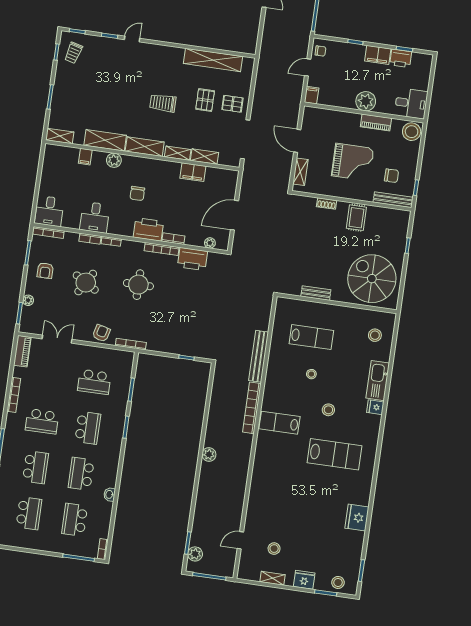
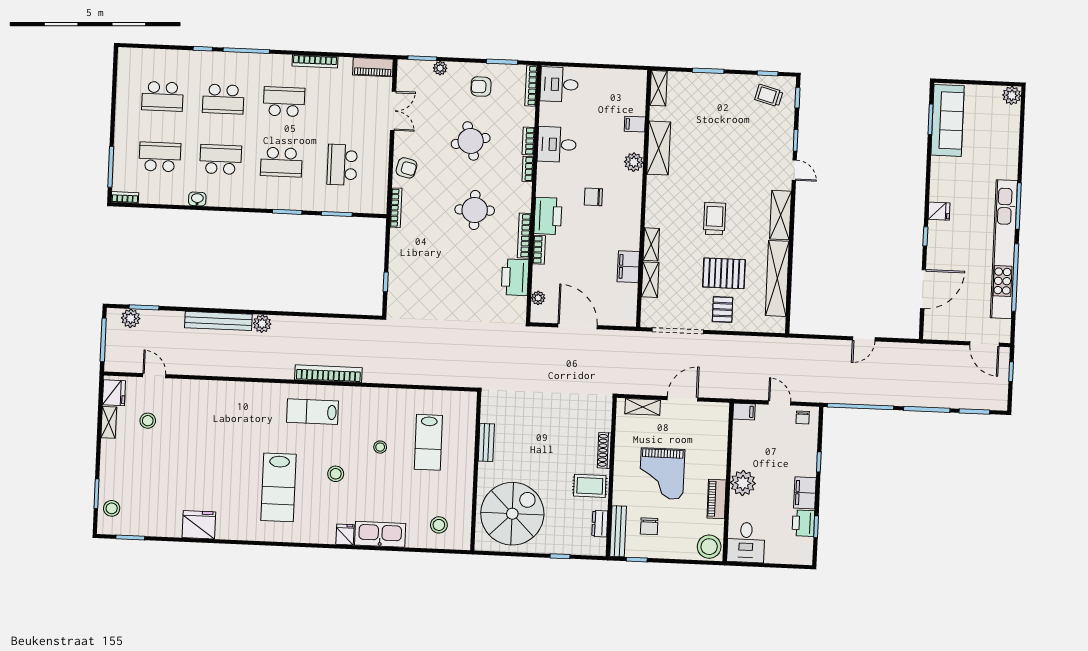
pallet: (205, 100) -> (724, 273), width x1.50, depth x1.42
shelving: (145, 147) -> (780, 215), moved
shoe rack: (327, 204) -> (604, 450), width x1.43
dresser: (386, 213) -> (600, 524), added
round table: (86, 283) -> (471, 141), turned 45
bench: (259, 356) -> (218, 321), moved
school desk: (42, 421) -> (284, 102), turned 90
lab bench: (279, 423) -> (313, 412), turned -90
fridge: (304, 580) -> (114, 393), moved

